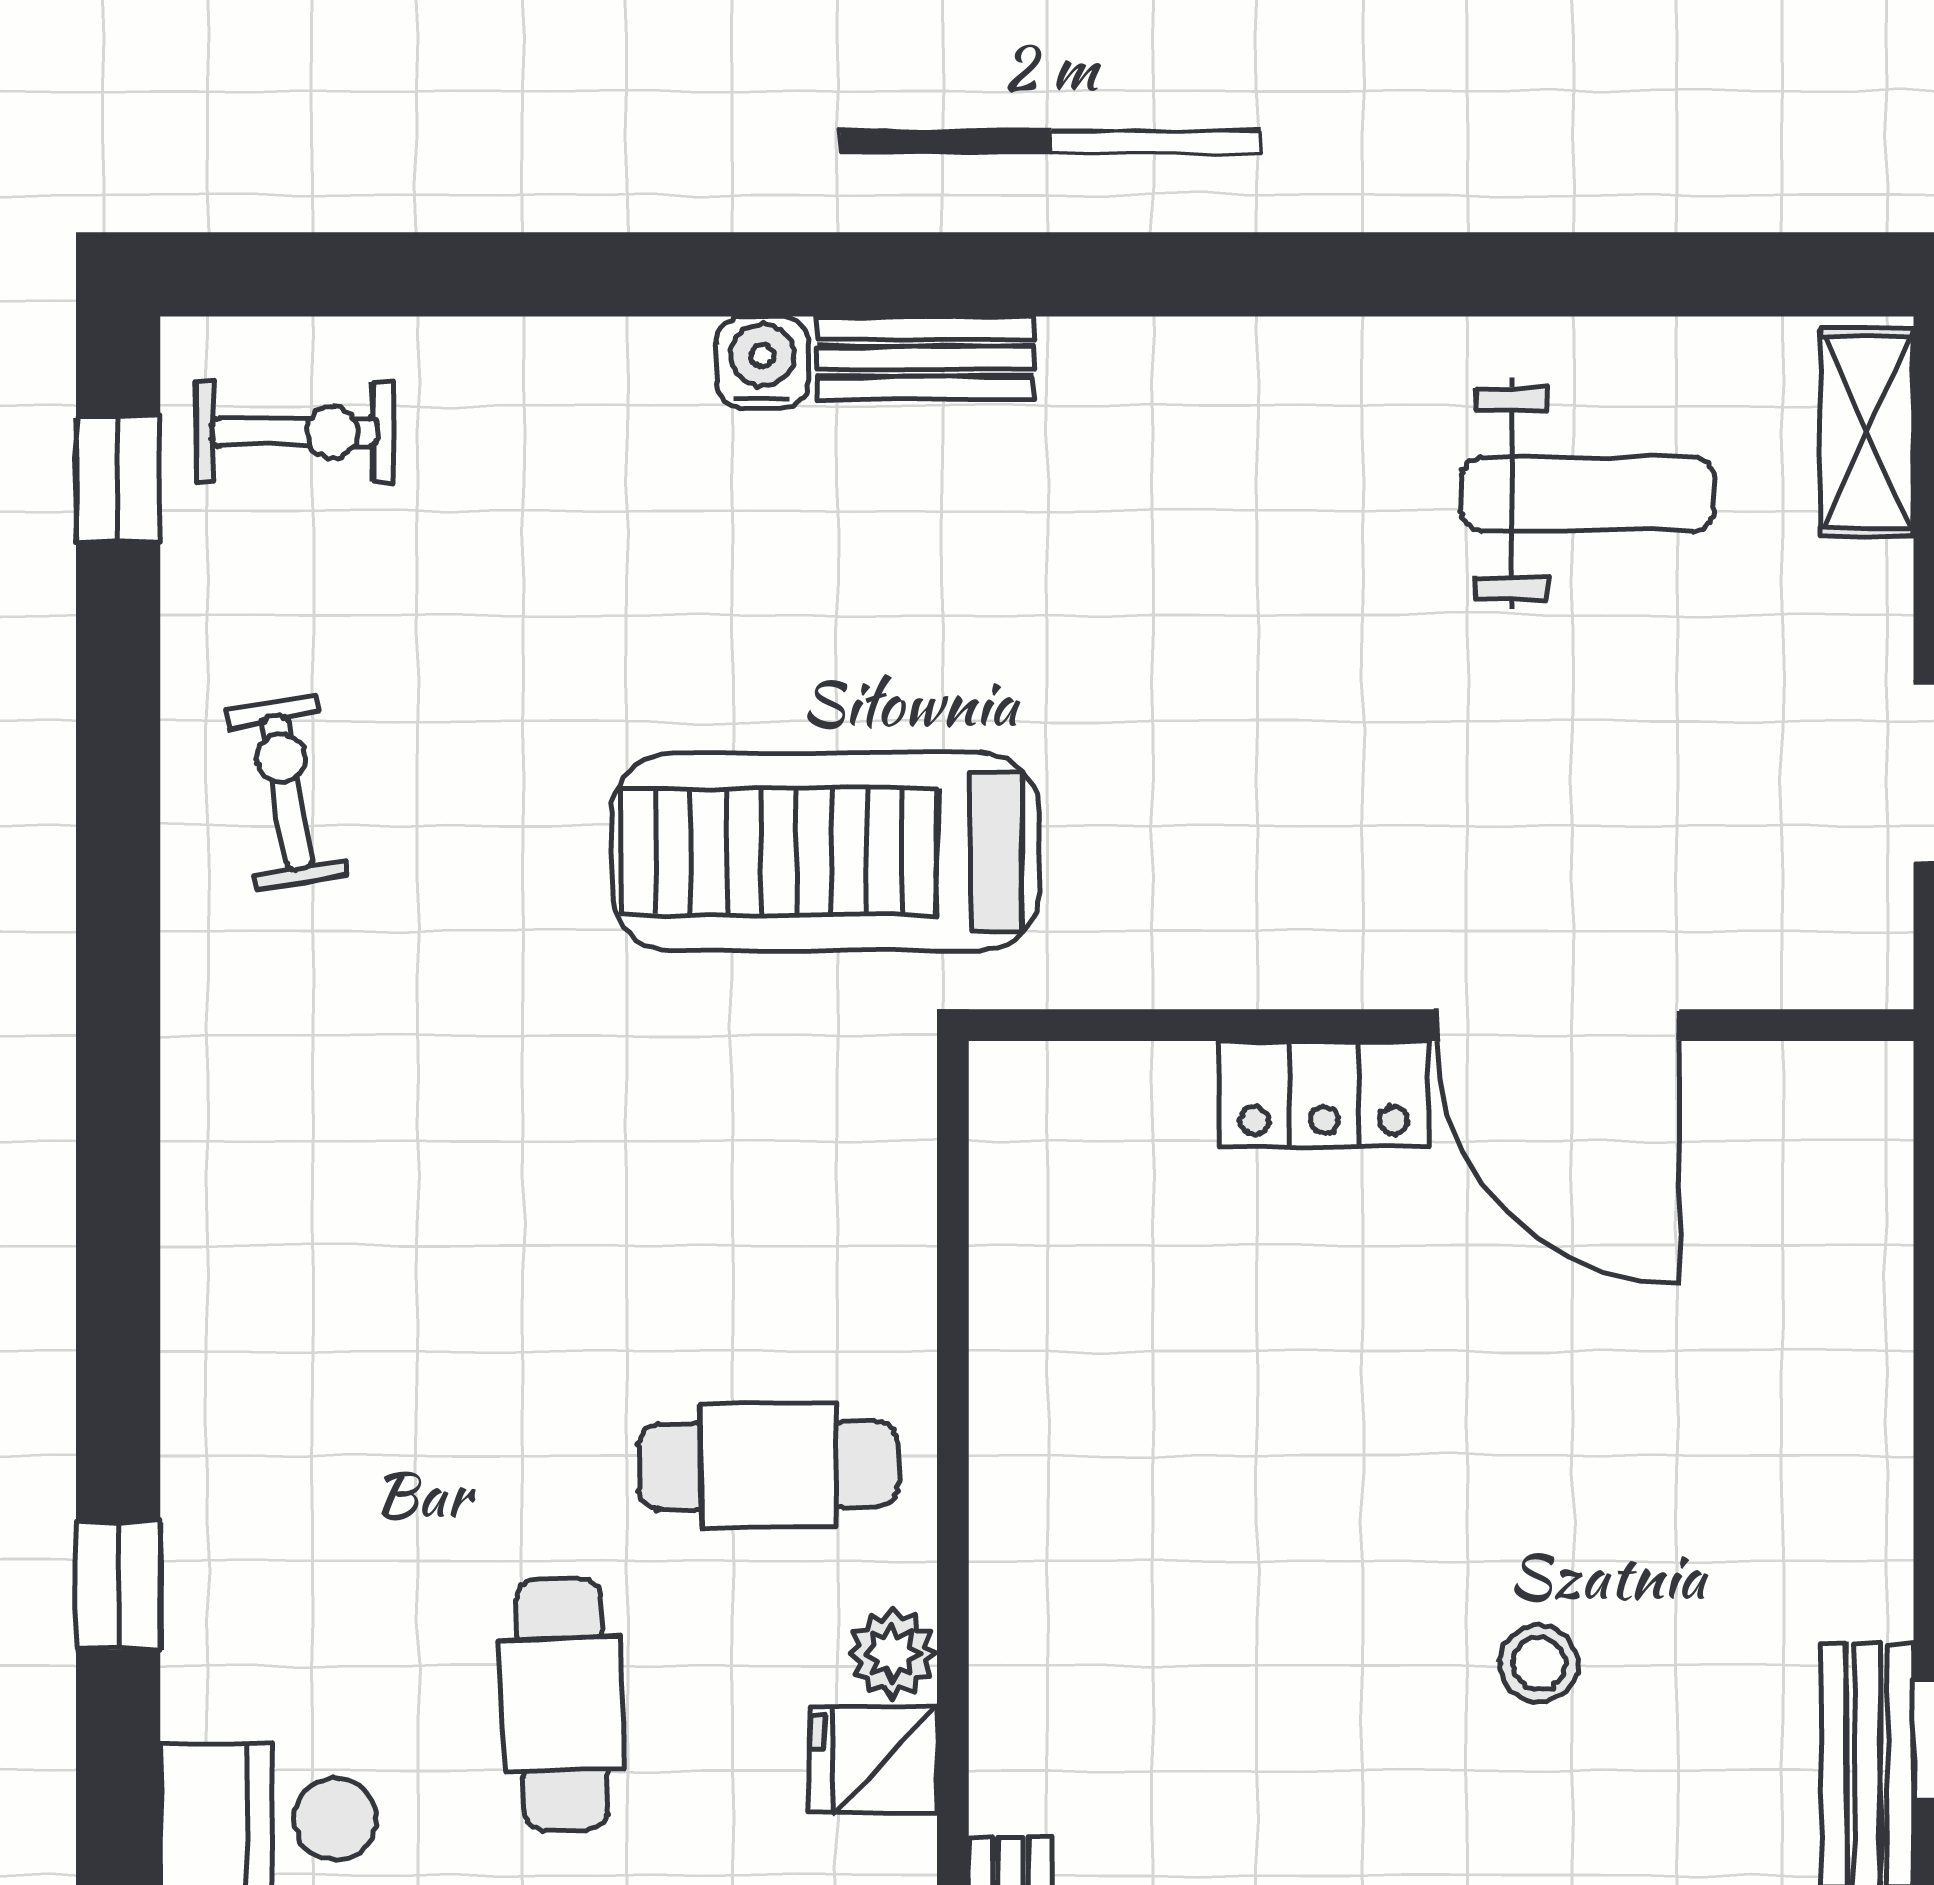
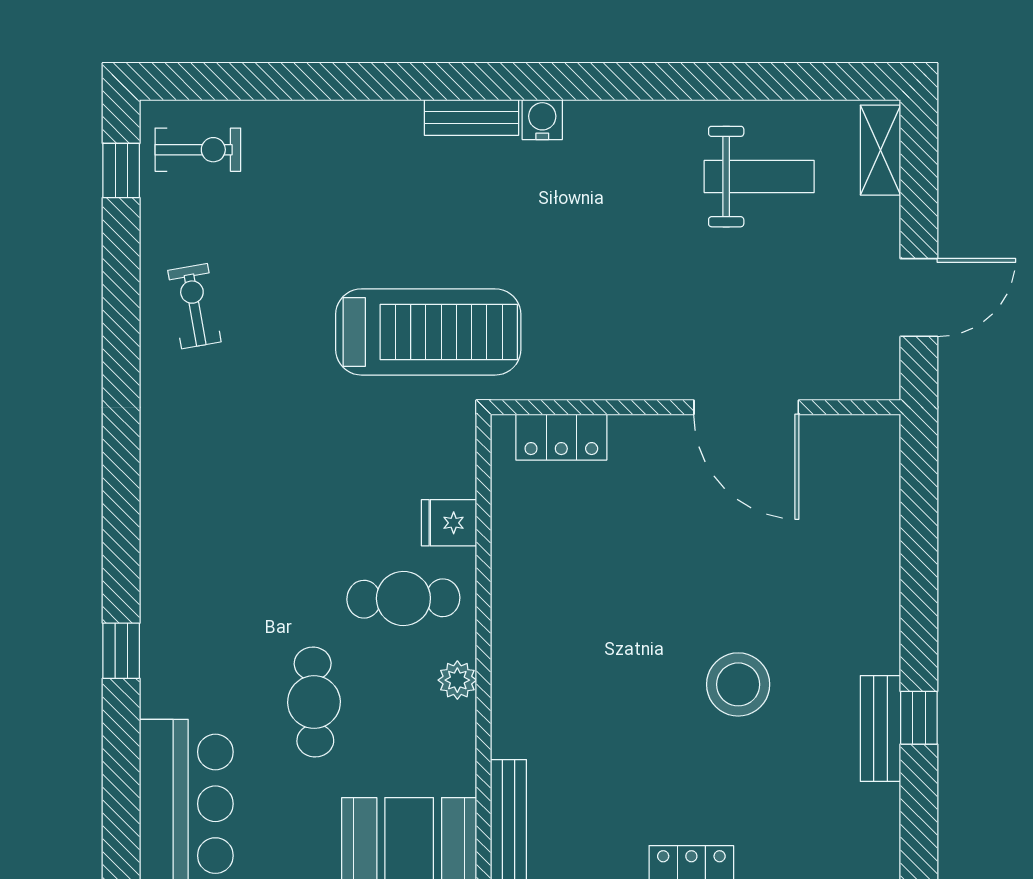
water cooler: (762, 363) -> (542, 120), moved
treadmill: (826, 852) -> (428, 332), turned 180
locker: (1324, 1094) -> (561, 437), moved
stool: (1539, 1664) -> (738, 684), width x1.89, depth x1.89
fridge: (873, 1760) -> (449, 523), moved

